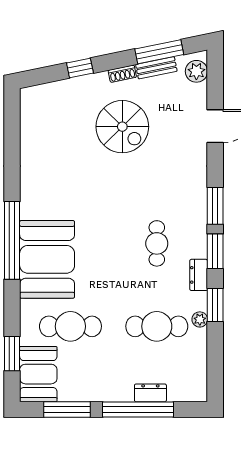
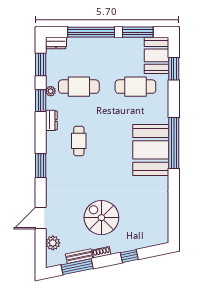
plant: (196, 71) -> (53, 243), moved
window: (215, 251) -> (41, 65), moved
booth: (47, 259) -> (151, 150), moved
dresser: (150, 393) -> (56, 43), moved

